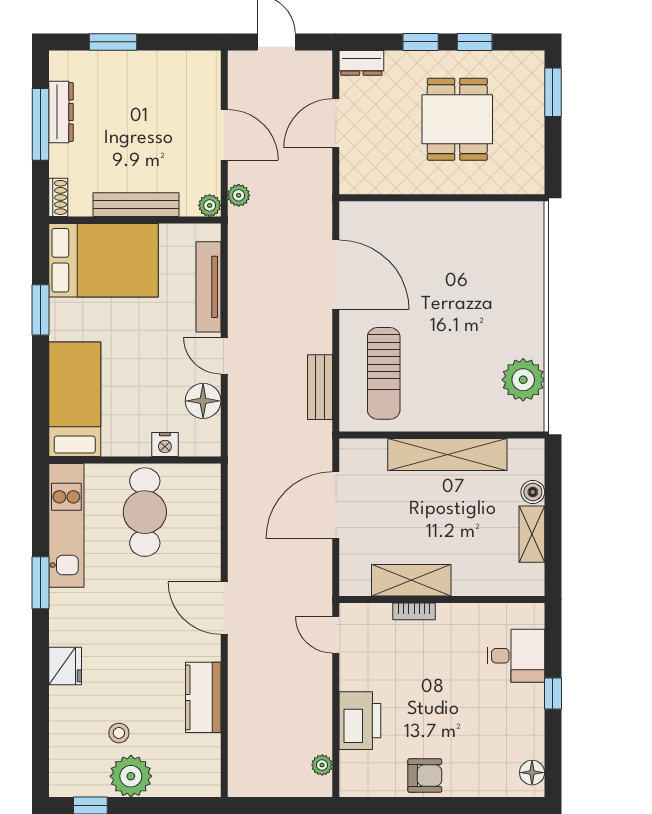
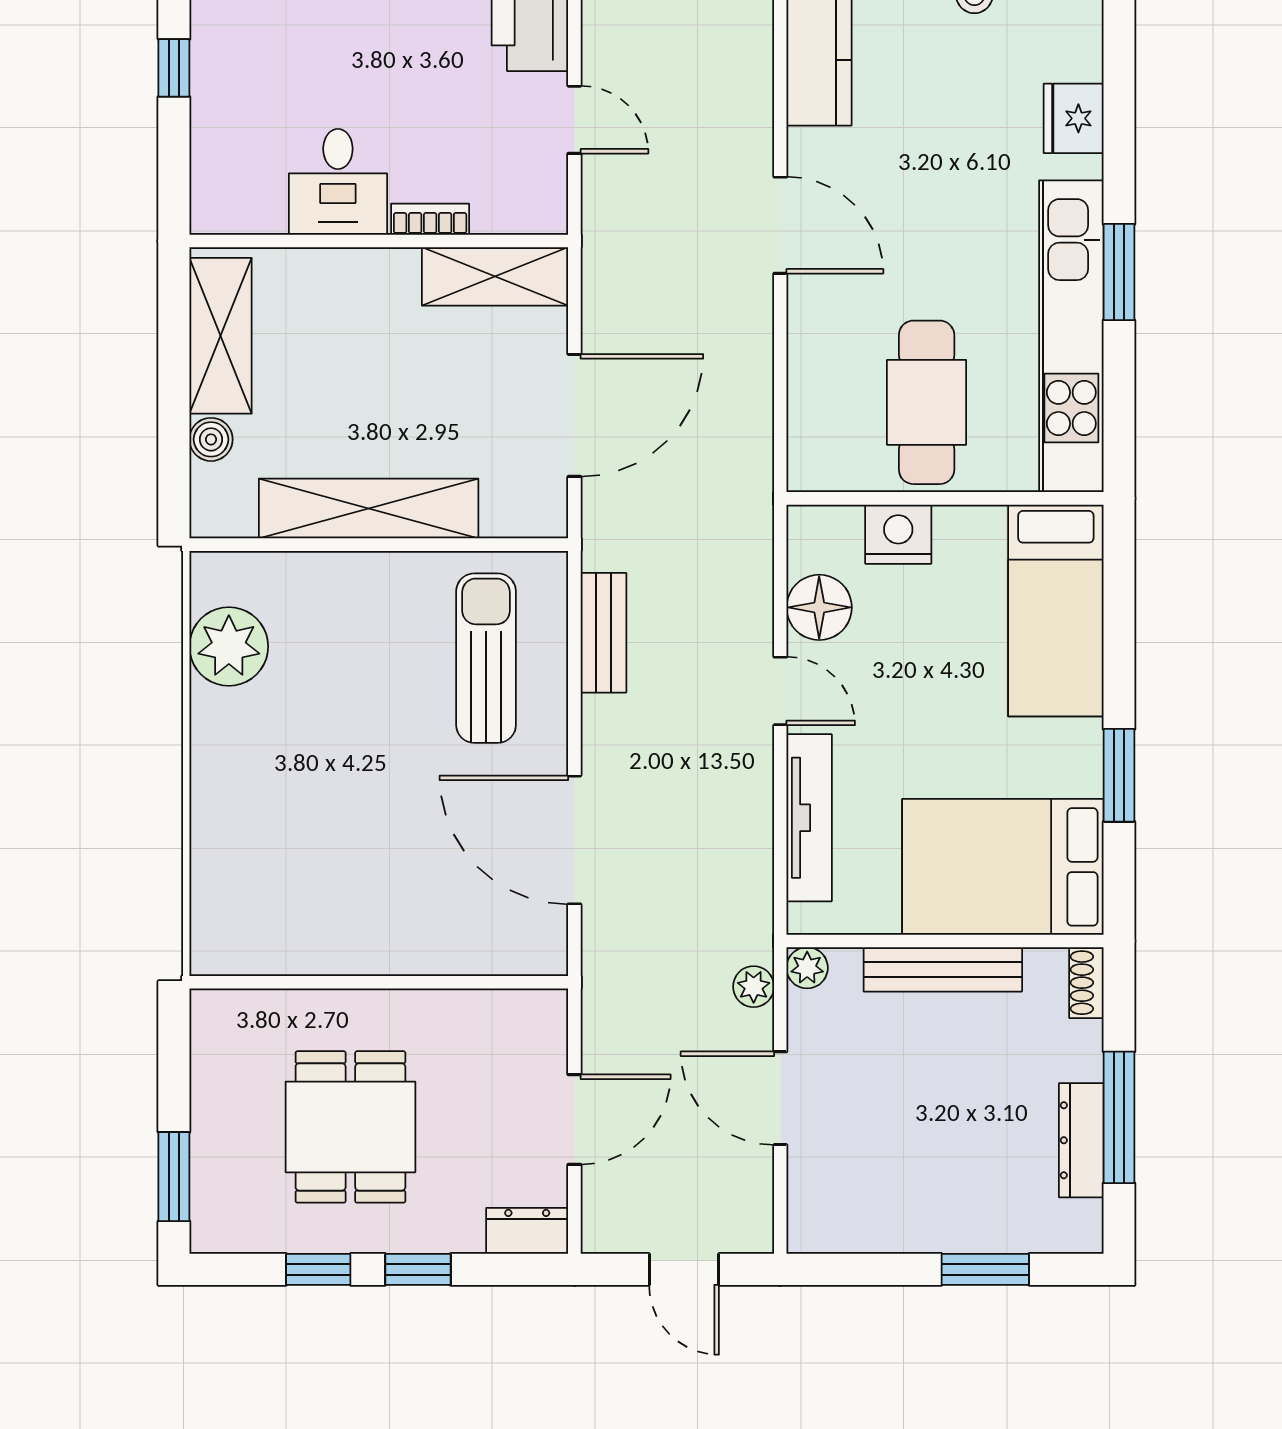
nightstand: (165, 445) -> (898, 534), width x1.36, depth x1.33
kitchen unit: (66, 525) -> (1071, 336), width x1.36
shelving: (532, 534) -> (221, 336), width x1.50, depth x1.33
shelving: (411, 580) -> (495, 276), moved
door: (336, 635) -> (574, 120), moved
desk: (516, 656) -> (338, 182), moved, turned -90

